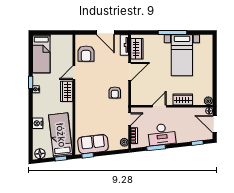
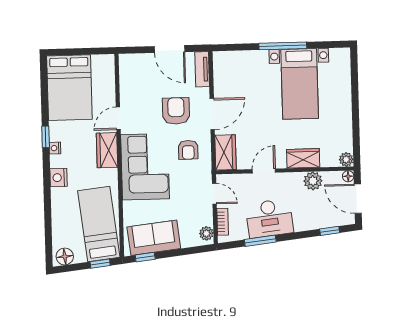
wardrobe: (137, 49) -> (225, 152), moved
bed: (41, 54) -> (69, 88), width x1.50
armchair: (86, 54) -> (176, 111), moved, turned 180
corner sofa: (89, 102) -> (145, 167), added
plant: (188, 113) -> (313, 181), added
door: (130, 119) -> (214, 194), hinge flipped
nightstand: (38, 123) -> (59, 178), moved

